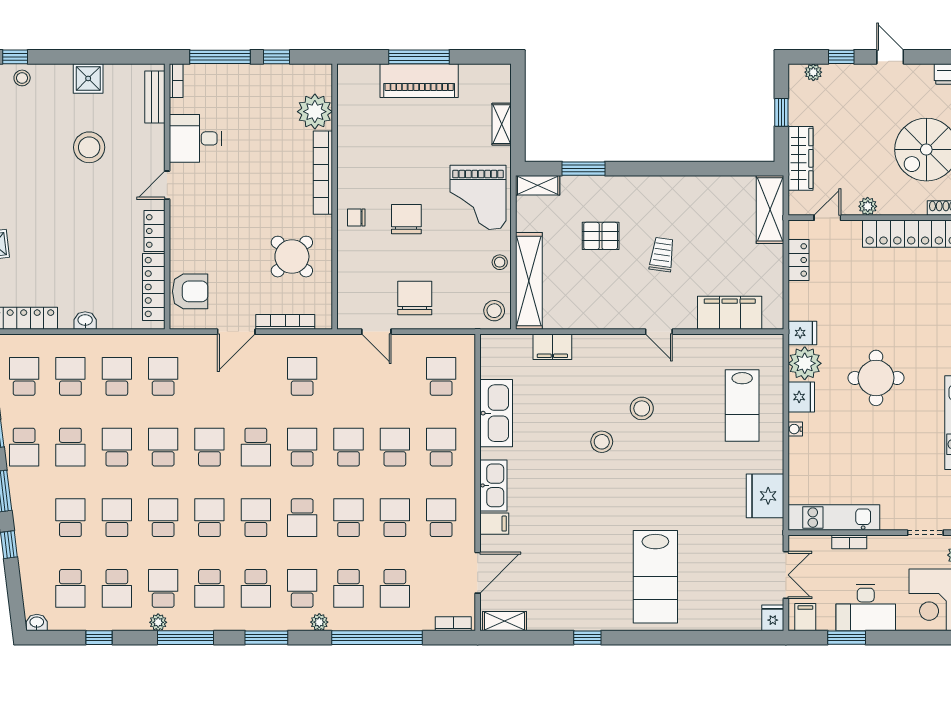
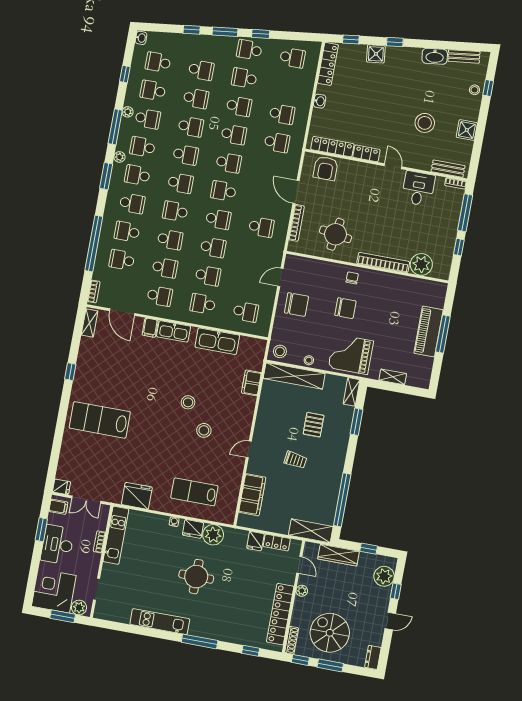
plant: (813, 72) -> (384, 576), width x1.87, depth x1.87
window: (712, 169) -> (342, 500), added
round table: (292, 257) -> (336, 234), turned -36
fridge: (802, 333) -> (255, 541), moved
school desk: (70, 376) -> (287, 86), removed
school desk: (441, 447) -> (203, 304), turned 180
plant: (319, 622) -> (119, 157), moved

